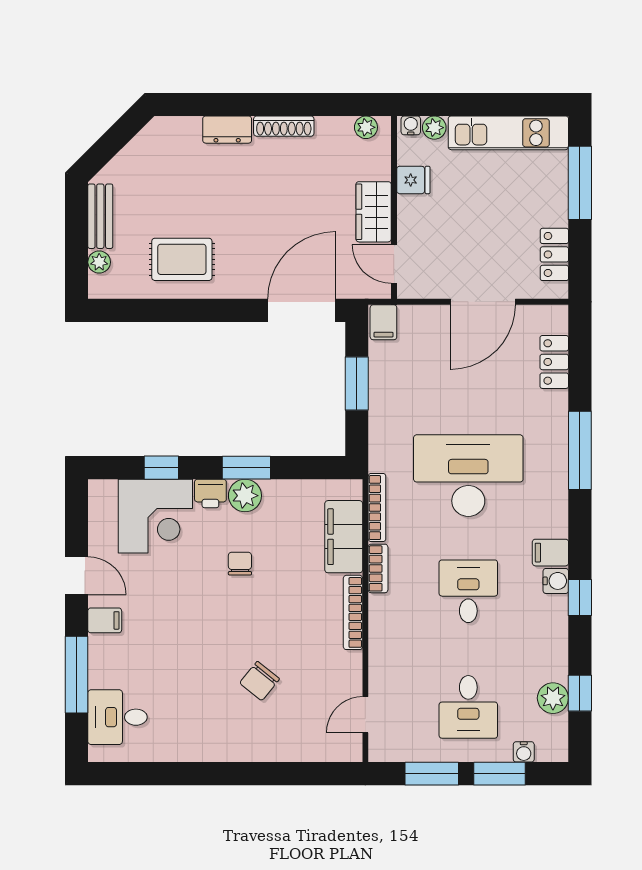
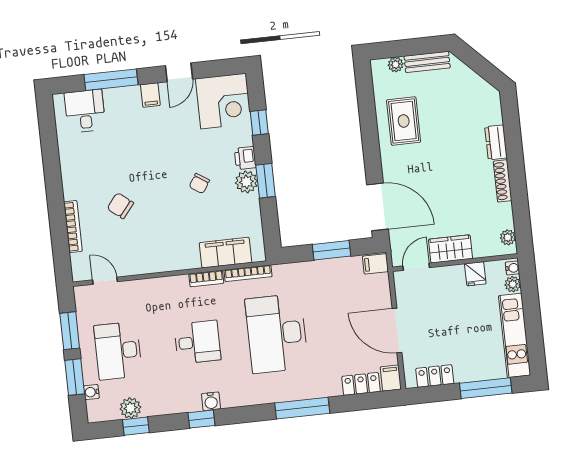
desk: (468, 476) -> (277, 333), turned 180
corner desk: (155, 516) -> (223, 101), moved, turned -90
filing cabinet: (550, 553) -> (391, 378), moved
chair: (240, 564) -> (199, 183), turned 123
bookcase: (353, 612) -> (73, 227), moved, turned 90
desk: (468, 707) -> (118, 351), width x1.37

